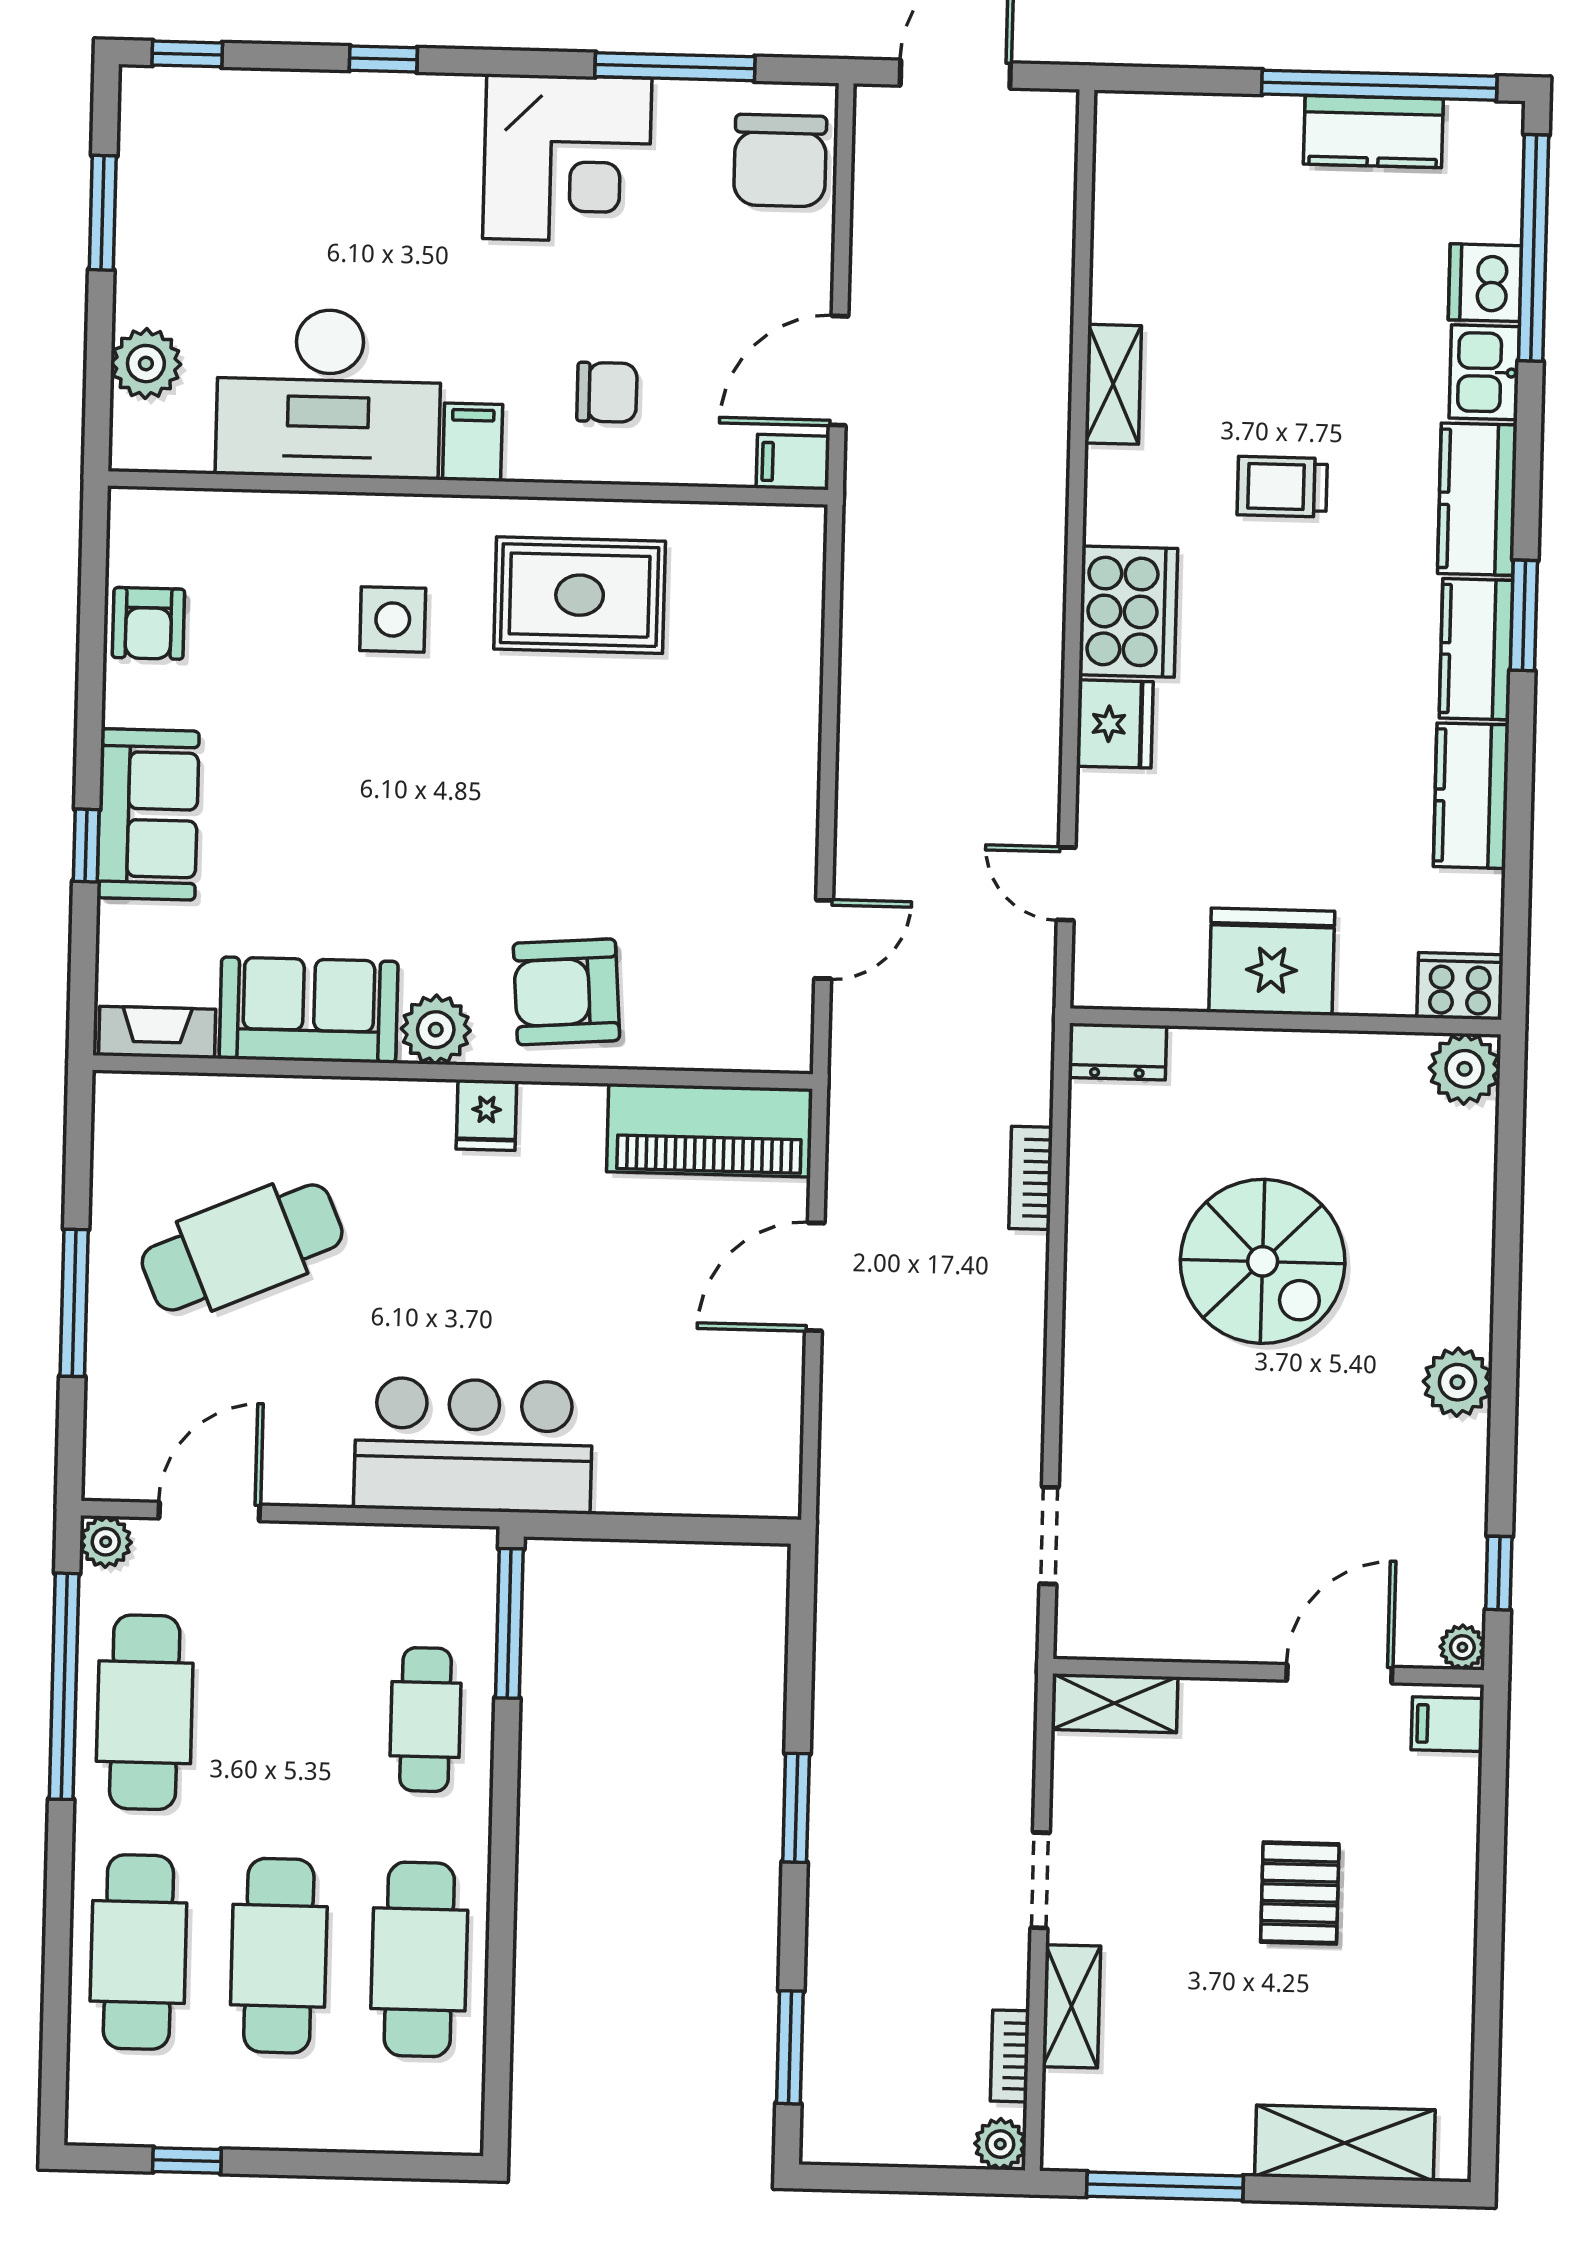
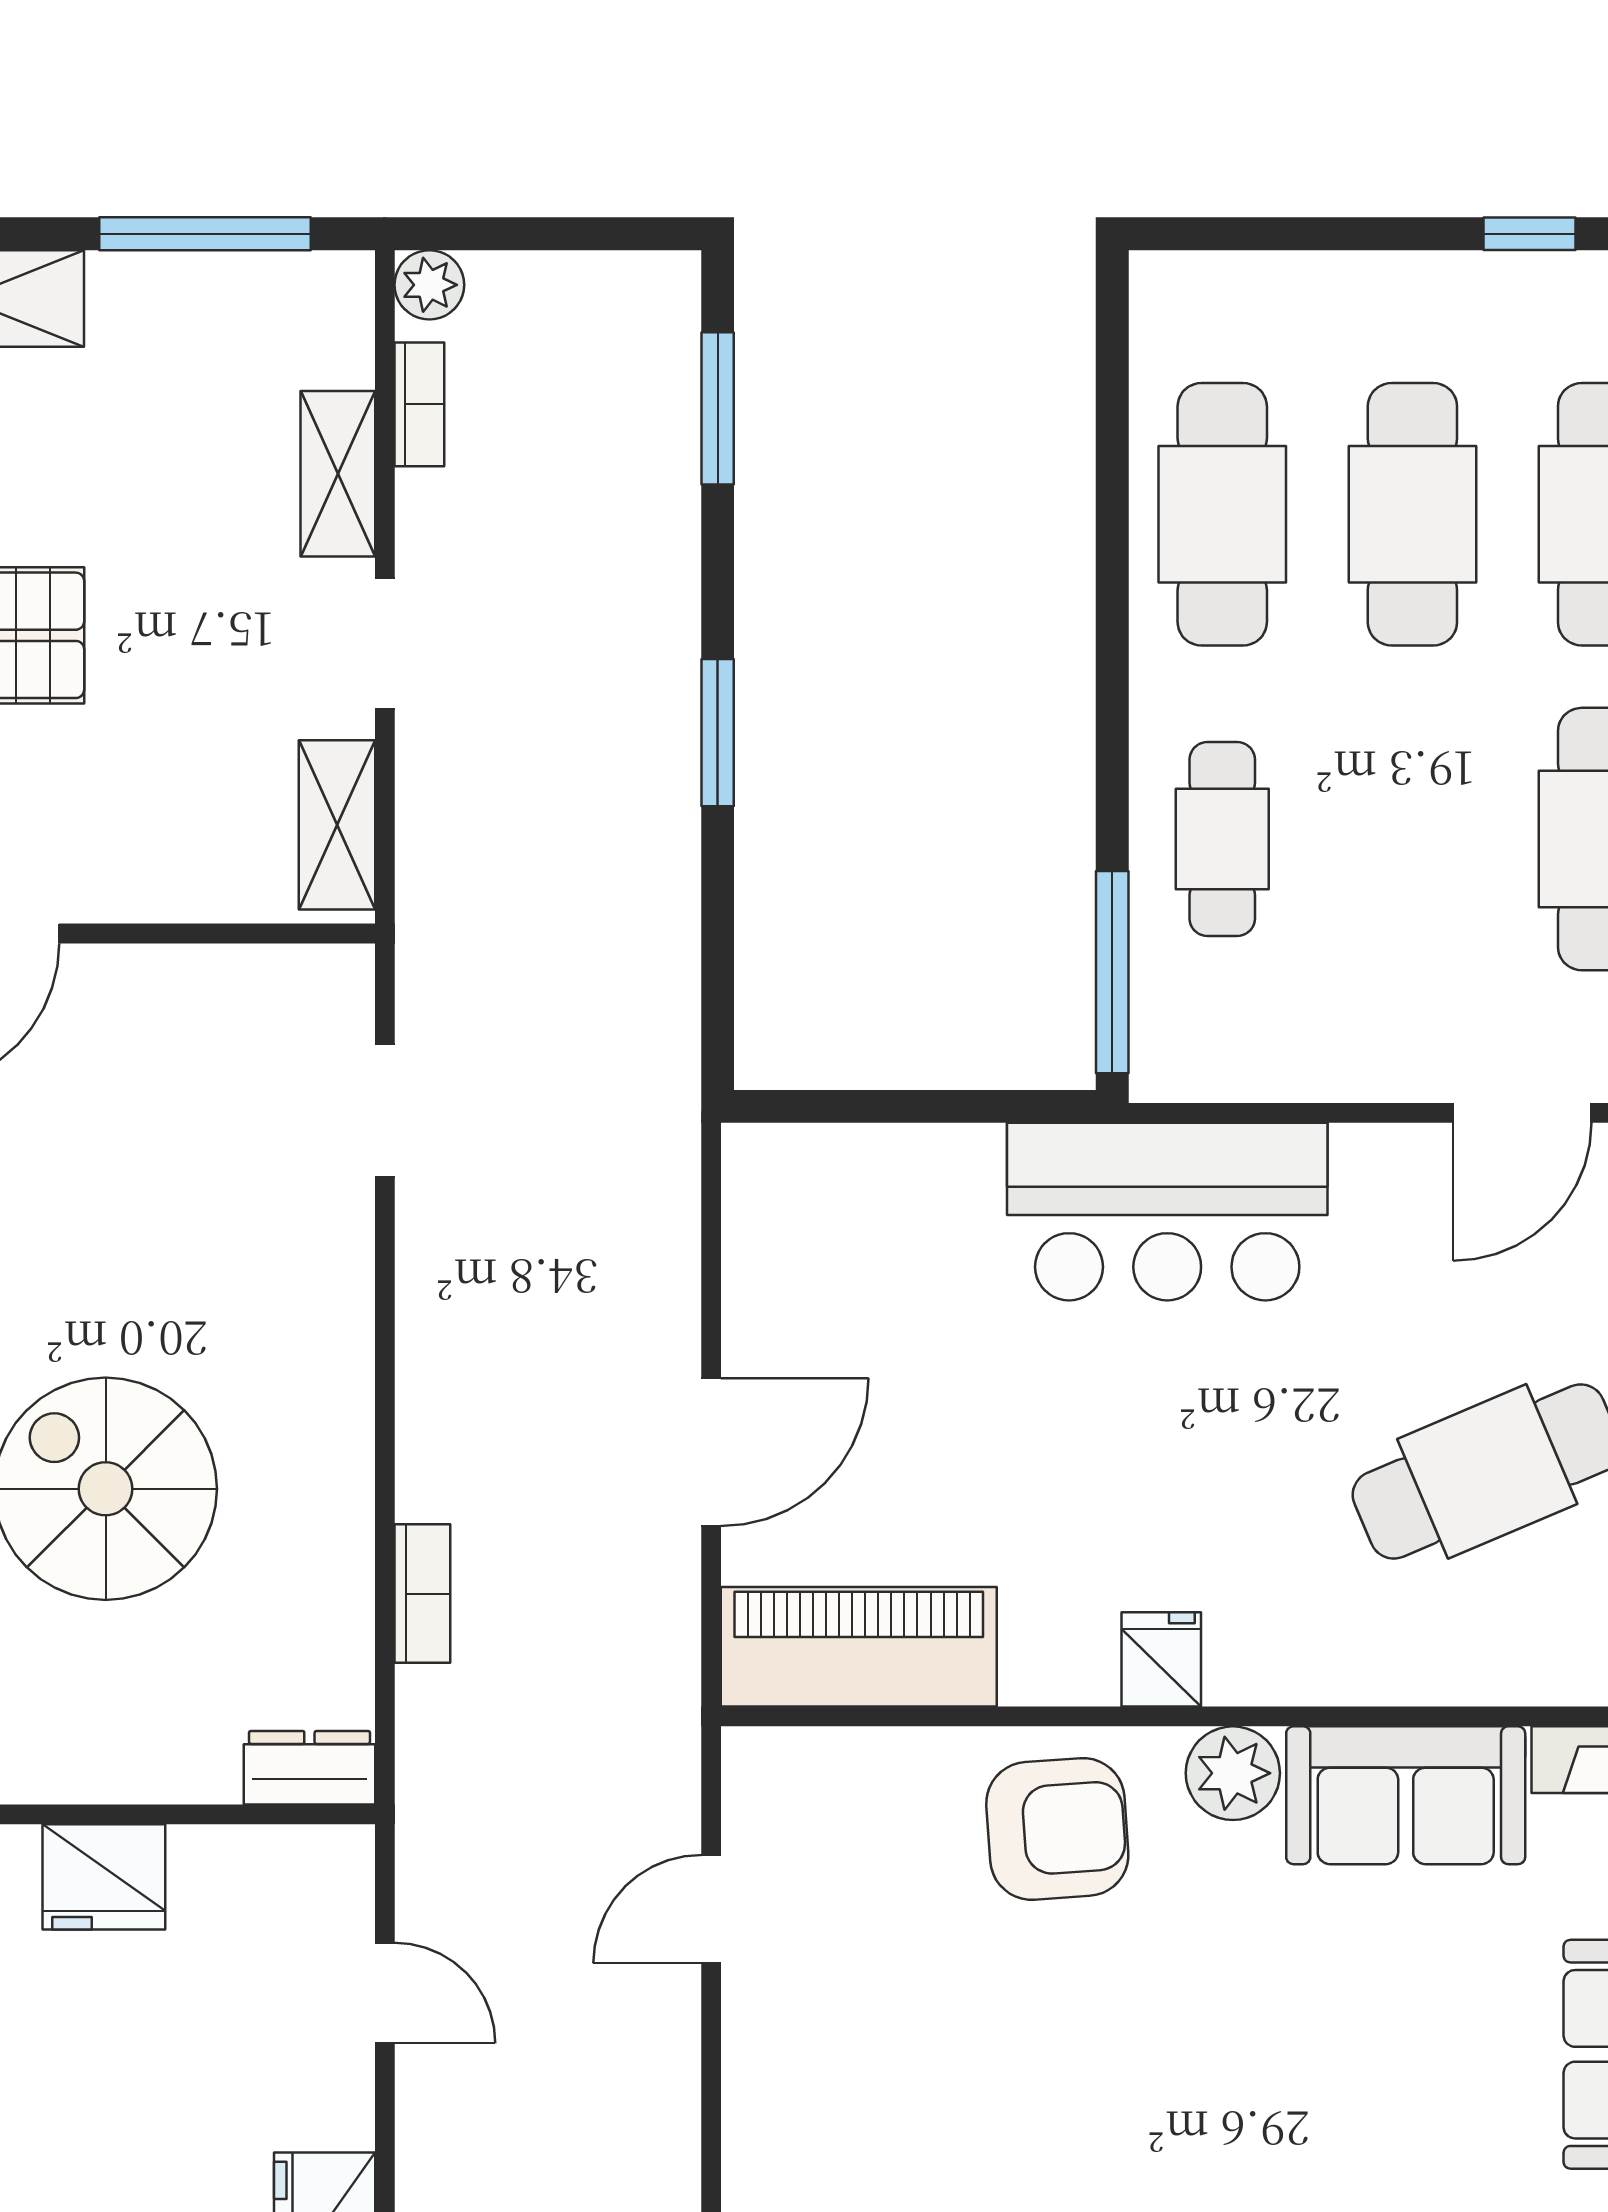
fridge: (1272, 962) -> (104, 1877), width x0.73, depth x0.75
shelving: (1115, 1703) -> (337, 825), moved, turned 90

